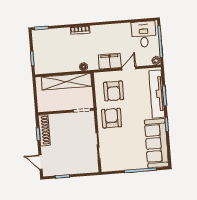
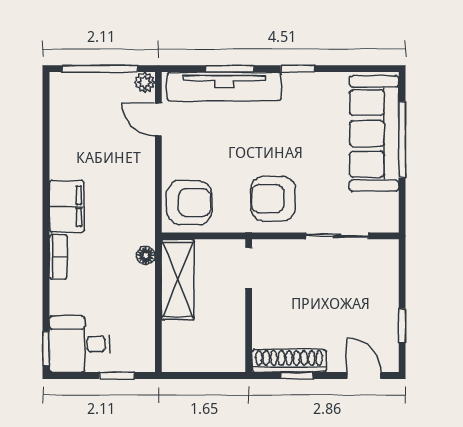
desk: (144, 34) -> (80, 344), moved
filing cabinet: (110, 61) -> (67, 206), moved, turned 180
door: (129, 68) -> (158, 119), moved
shelving: (67, 81) -> (178, 280), width x0.68
armchair: (114, 91) -> (189, 203), moved
sofa: (157, 143) -> (374, 133), moved, turned 90
door: (40, 162) -> (364, 375), swing flipped

